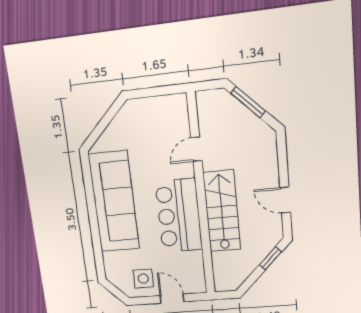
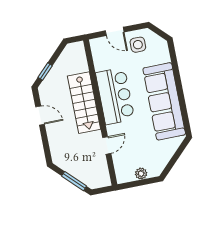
plant: (152, 105) -> (141, 174), added

